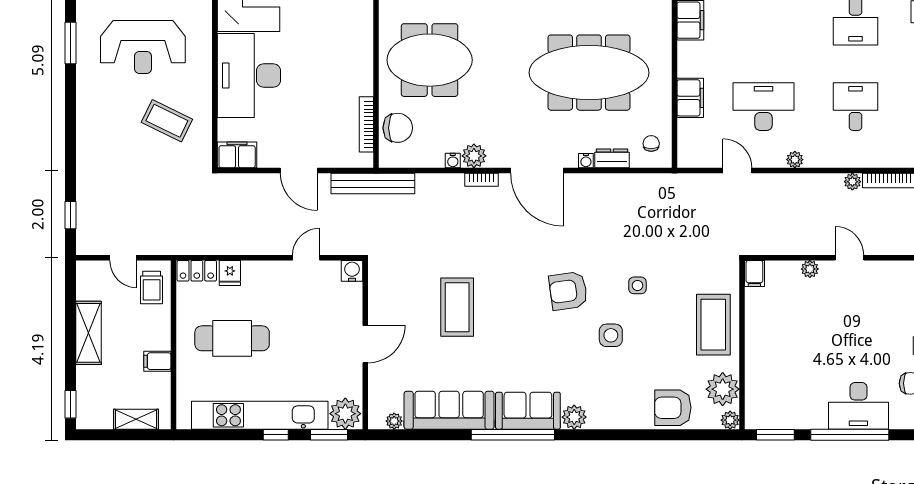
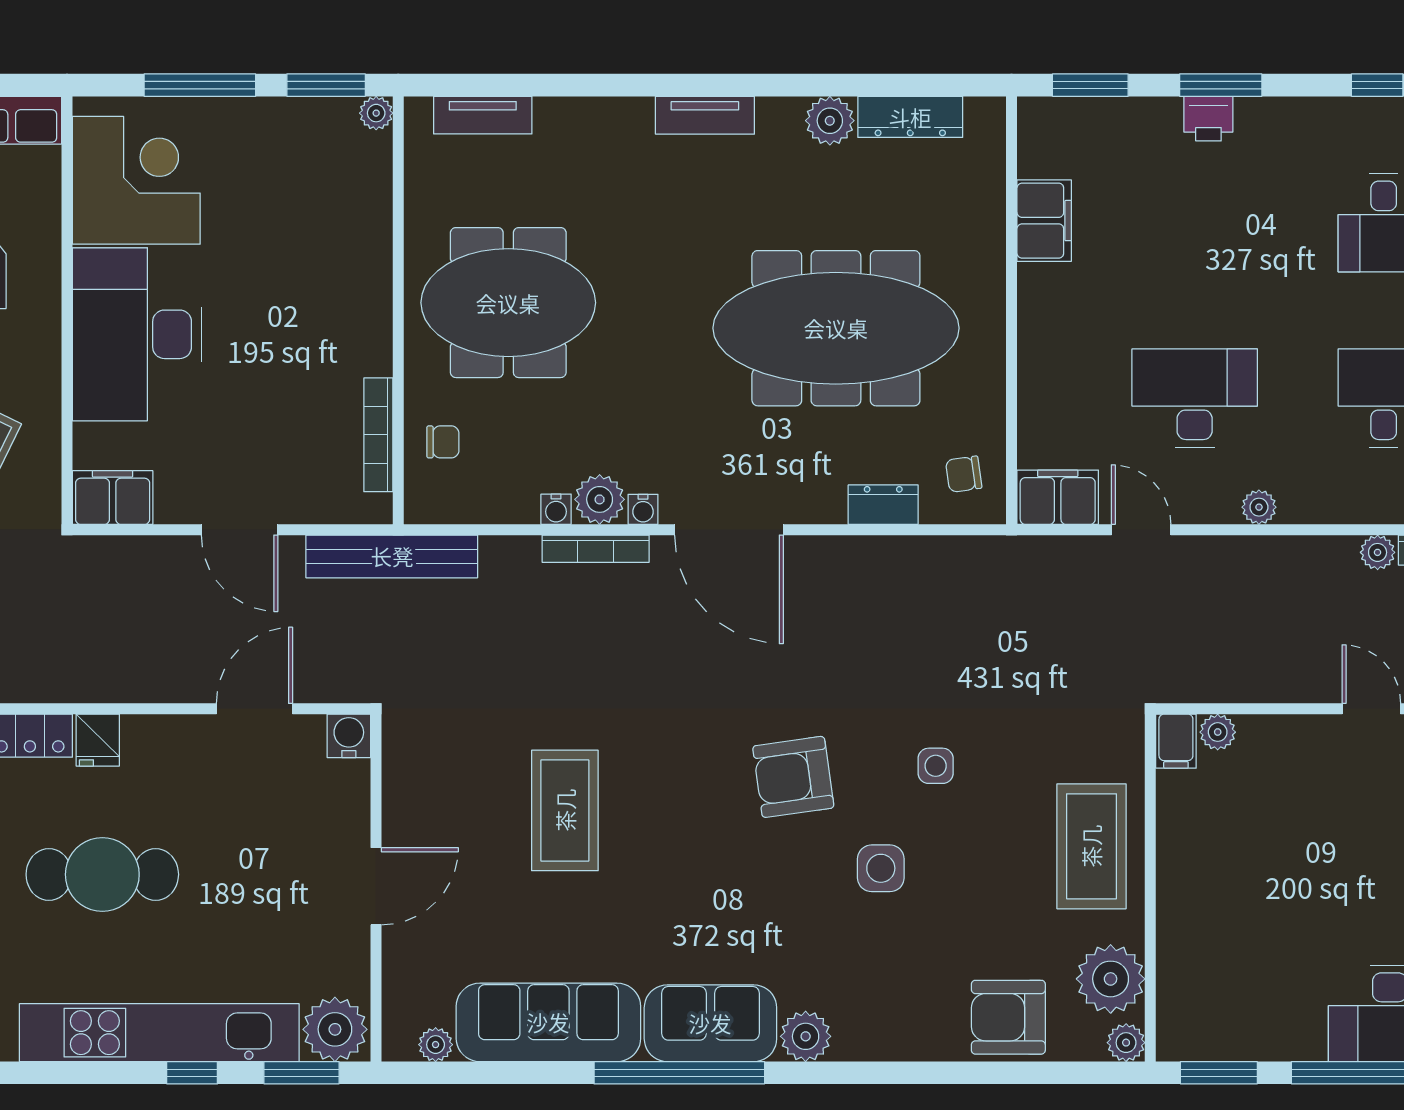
filing cabinet: (690, 98) -> (1058, 497), moved, turned -90
chair: (398, 128) -> (443, 442), width x0.54, depth x0.54
chair: (651, 144) -> (964, 474), turned -98
water cooler: (586, 161) -> (643, 509), moved
bookcase: (481, 180) -> (596, 549), width x1.56
door: (306, 258) -> (254, 709), width x1.38
plant: (810, 269) -> (1218, 732), moved

